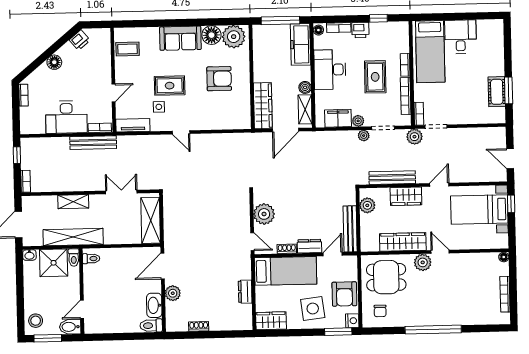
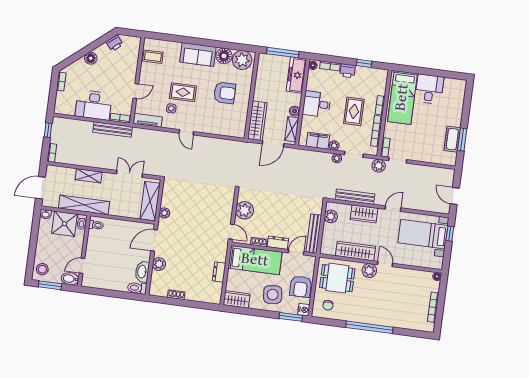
desk: (330, 70) -> (317, 104), width x0.73
plant: (170, 232) -> (164, 213), added

